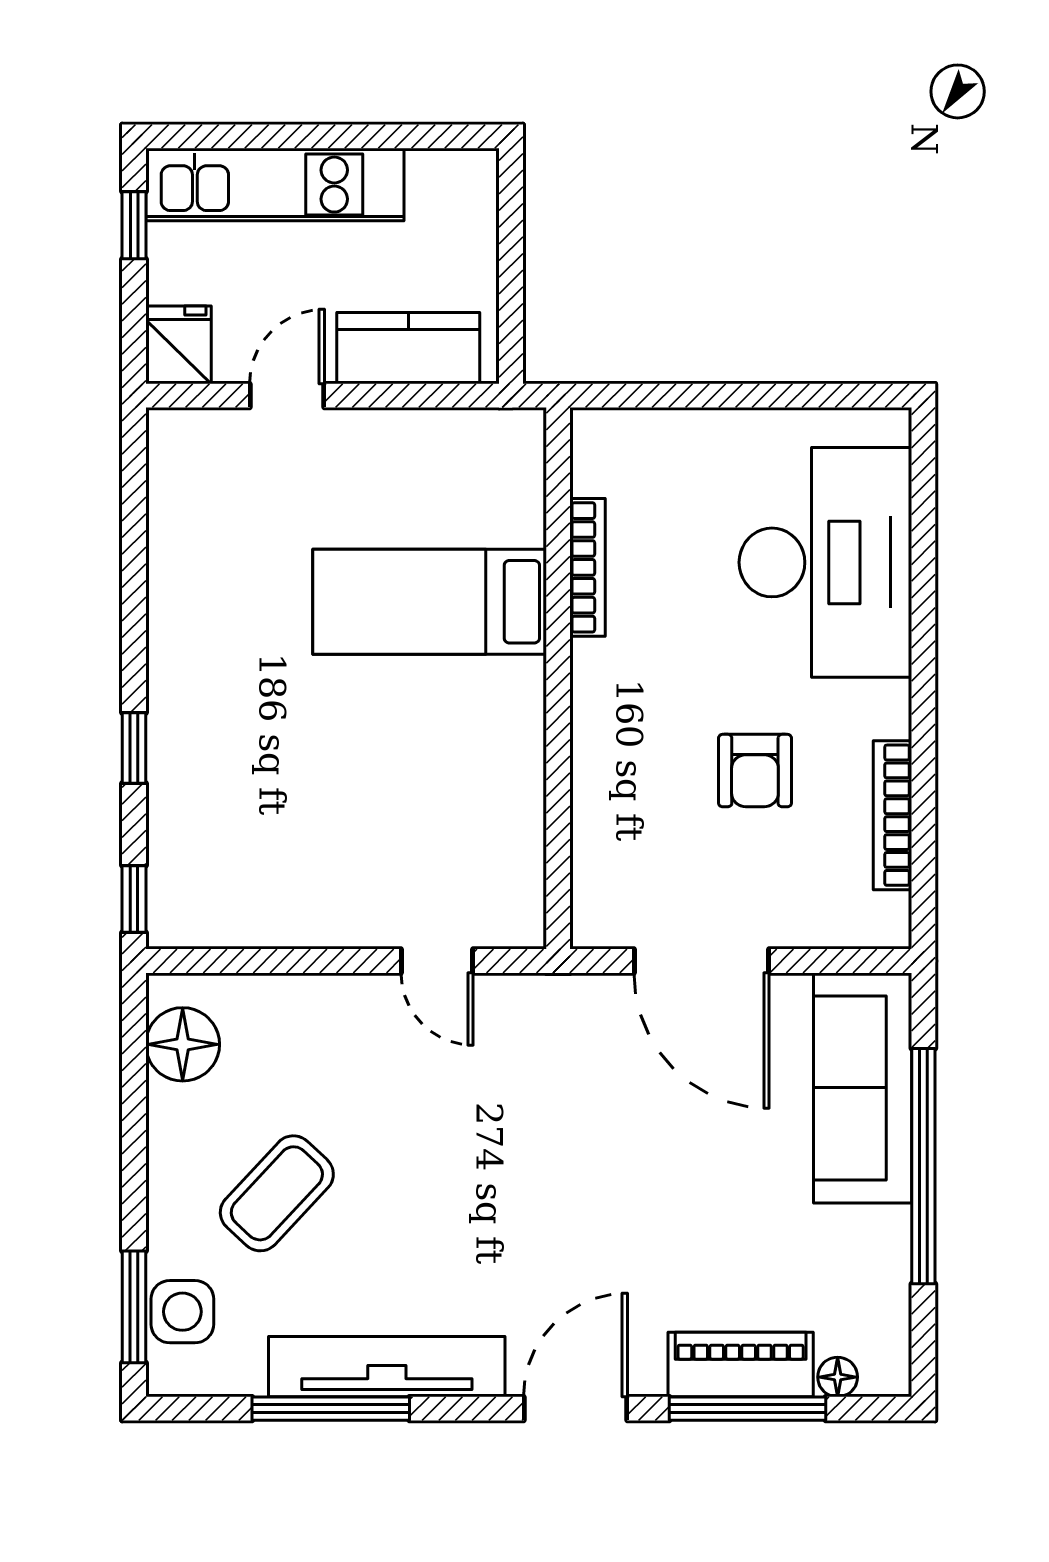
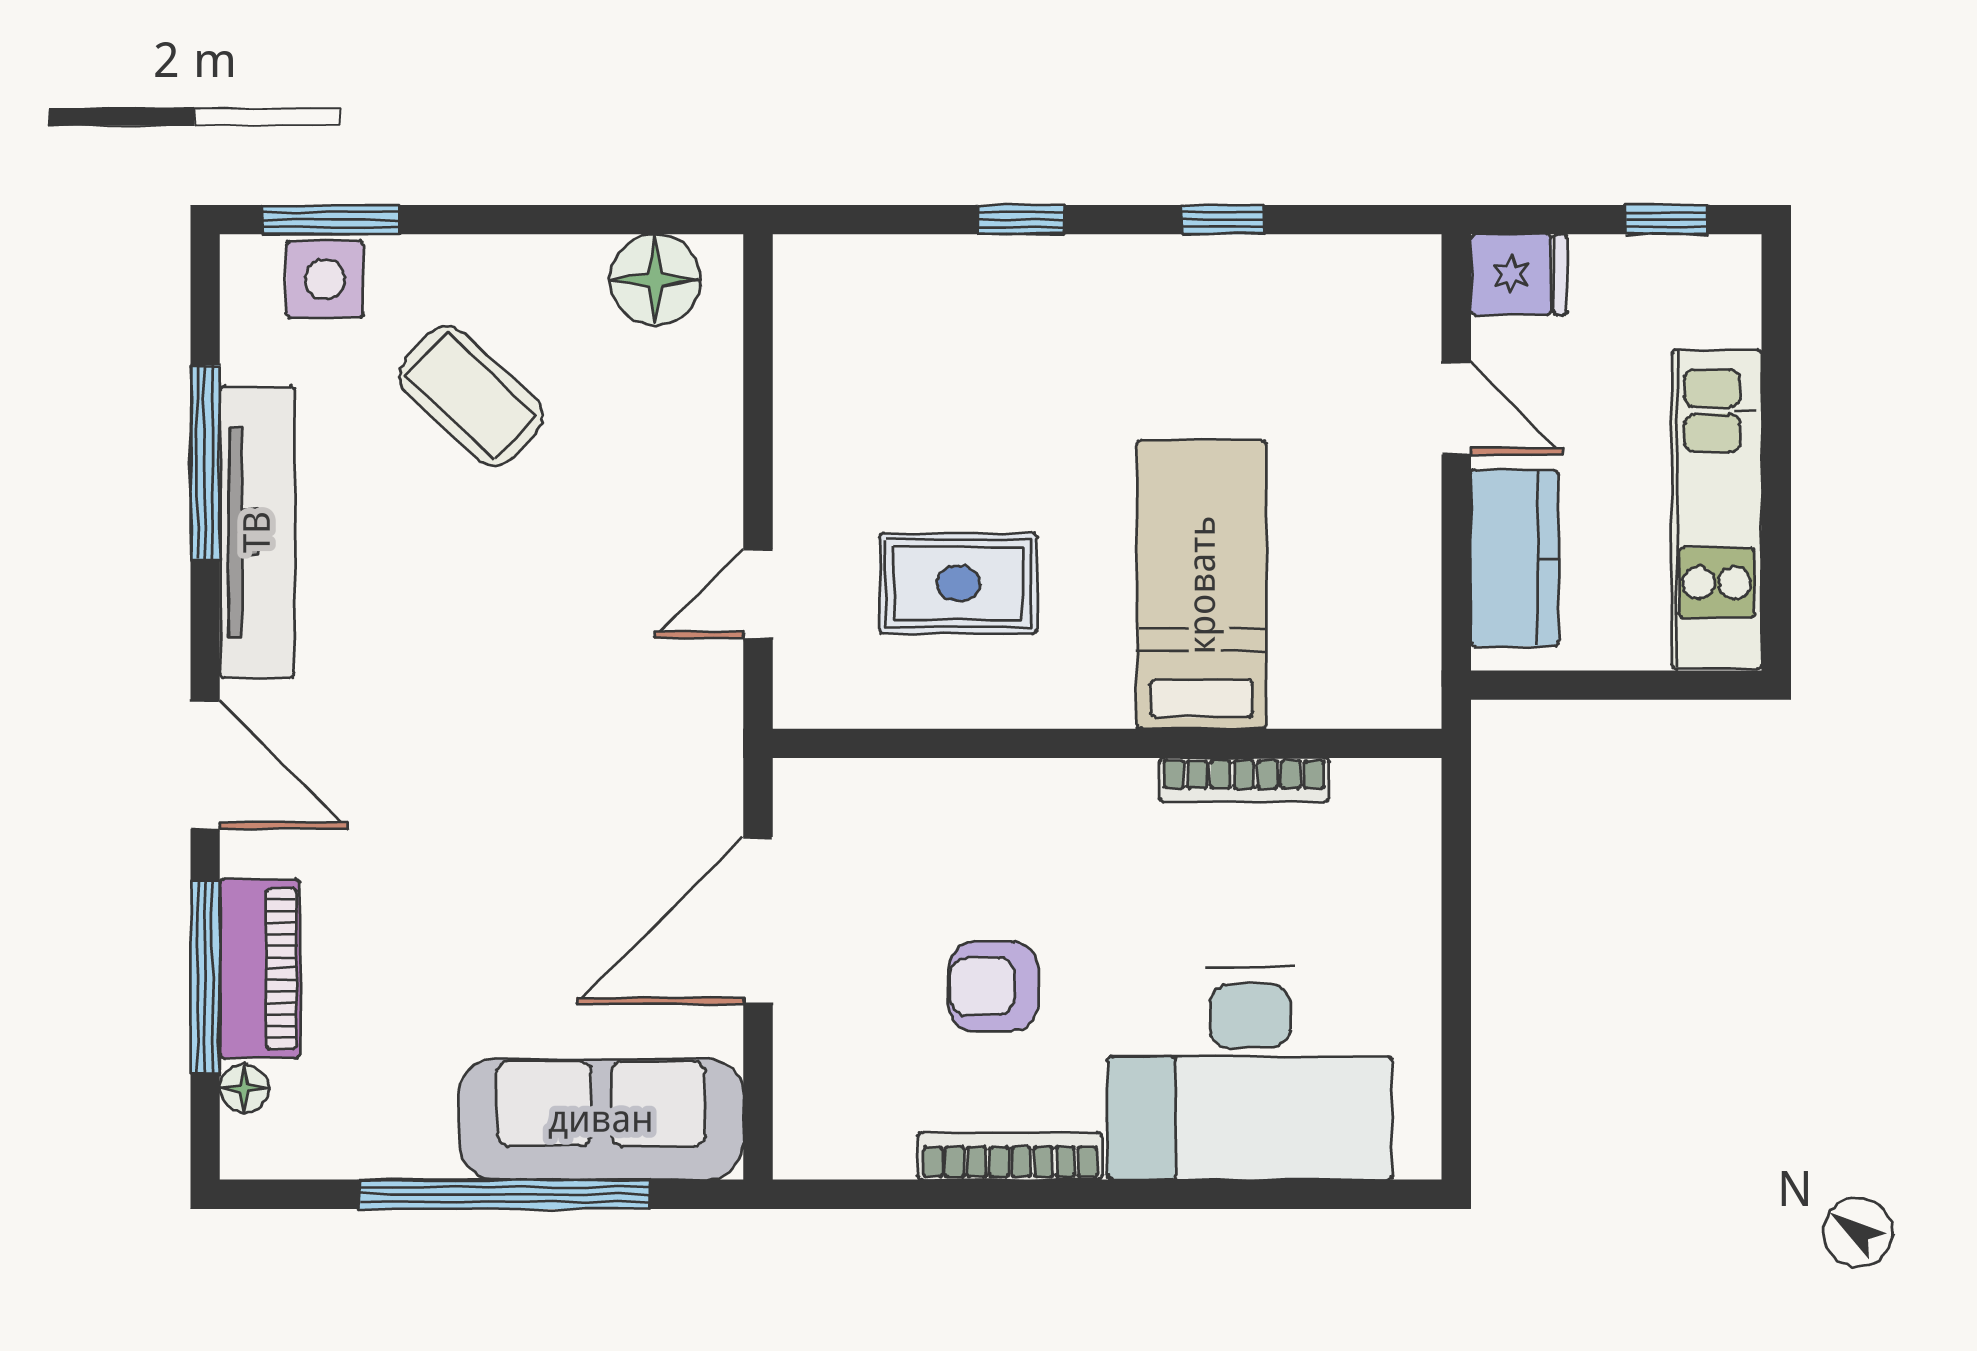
kitchen unit: (275, 185) -> (1717, 509), moved
rug: (429, 799) -> (958, 583), added
bookcase: (892, 815) -> (1010, 1156), moved
window: (134, 899) -> (1223, 220), moved

